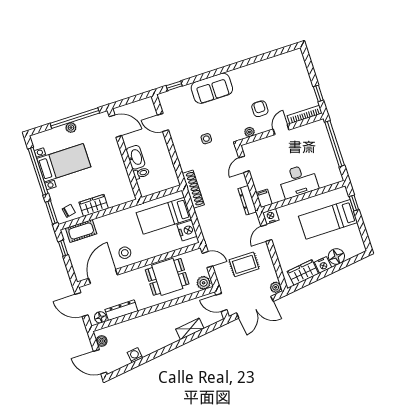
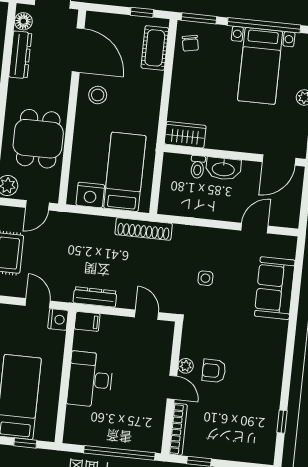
window: (174, 86) -> (282, 422), moved
sofa: (212, 88) -> (275, 288), moved
armchair: (260, 109) -> (214, 371), turned 180
plant: (249, 132) -> (186, 366), moved
wardrobe: (94, 205) -> (185, 135), moved, turned -90

